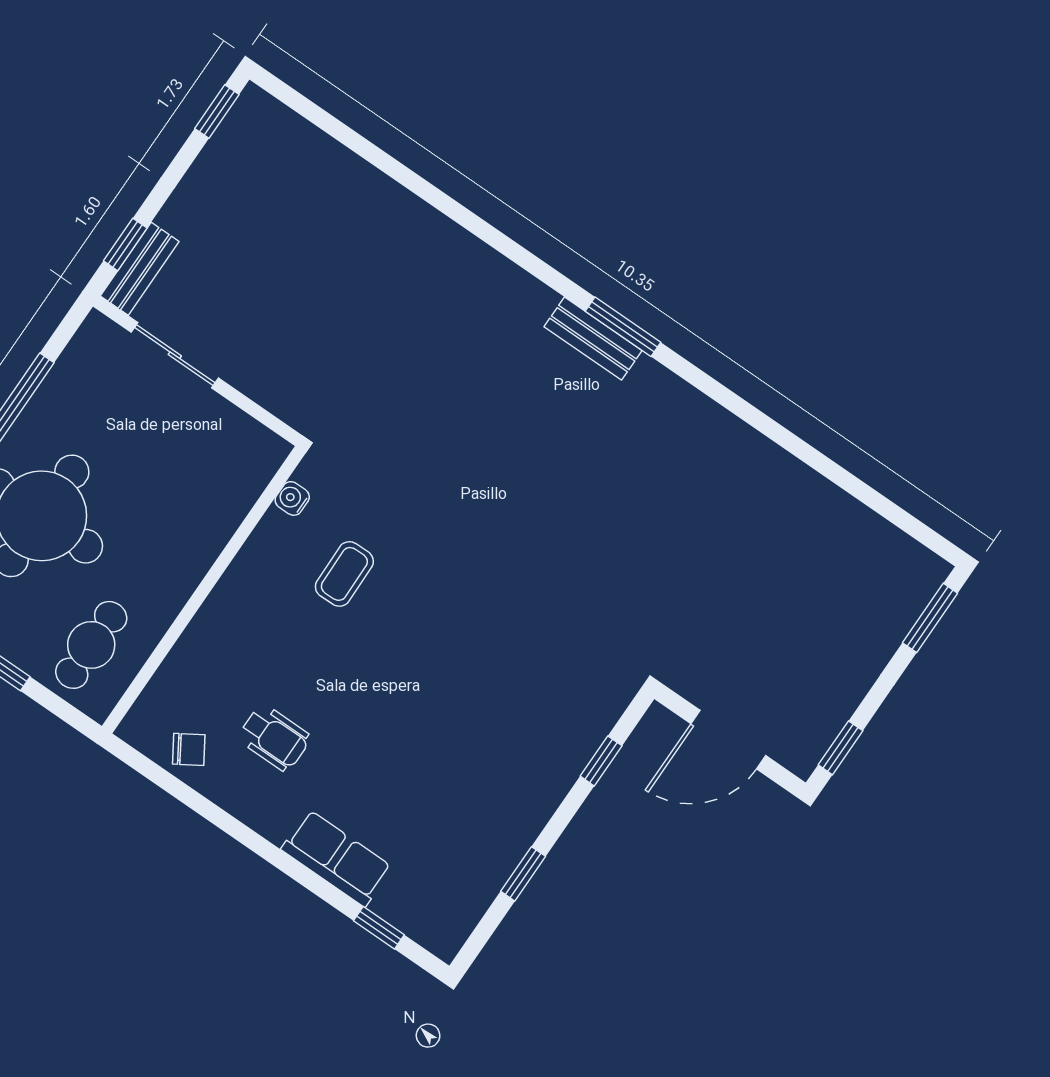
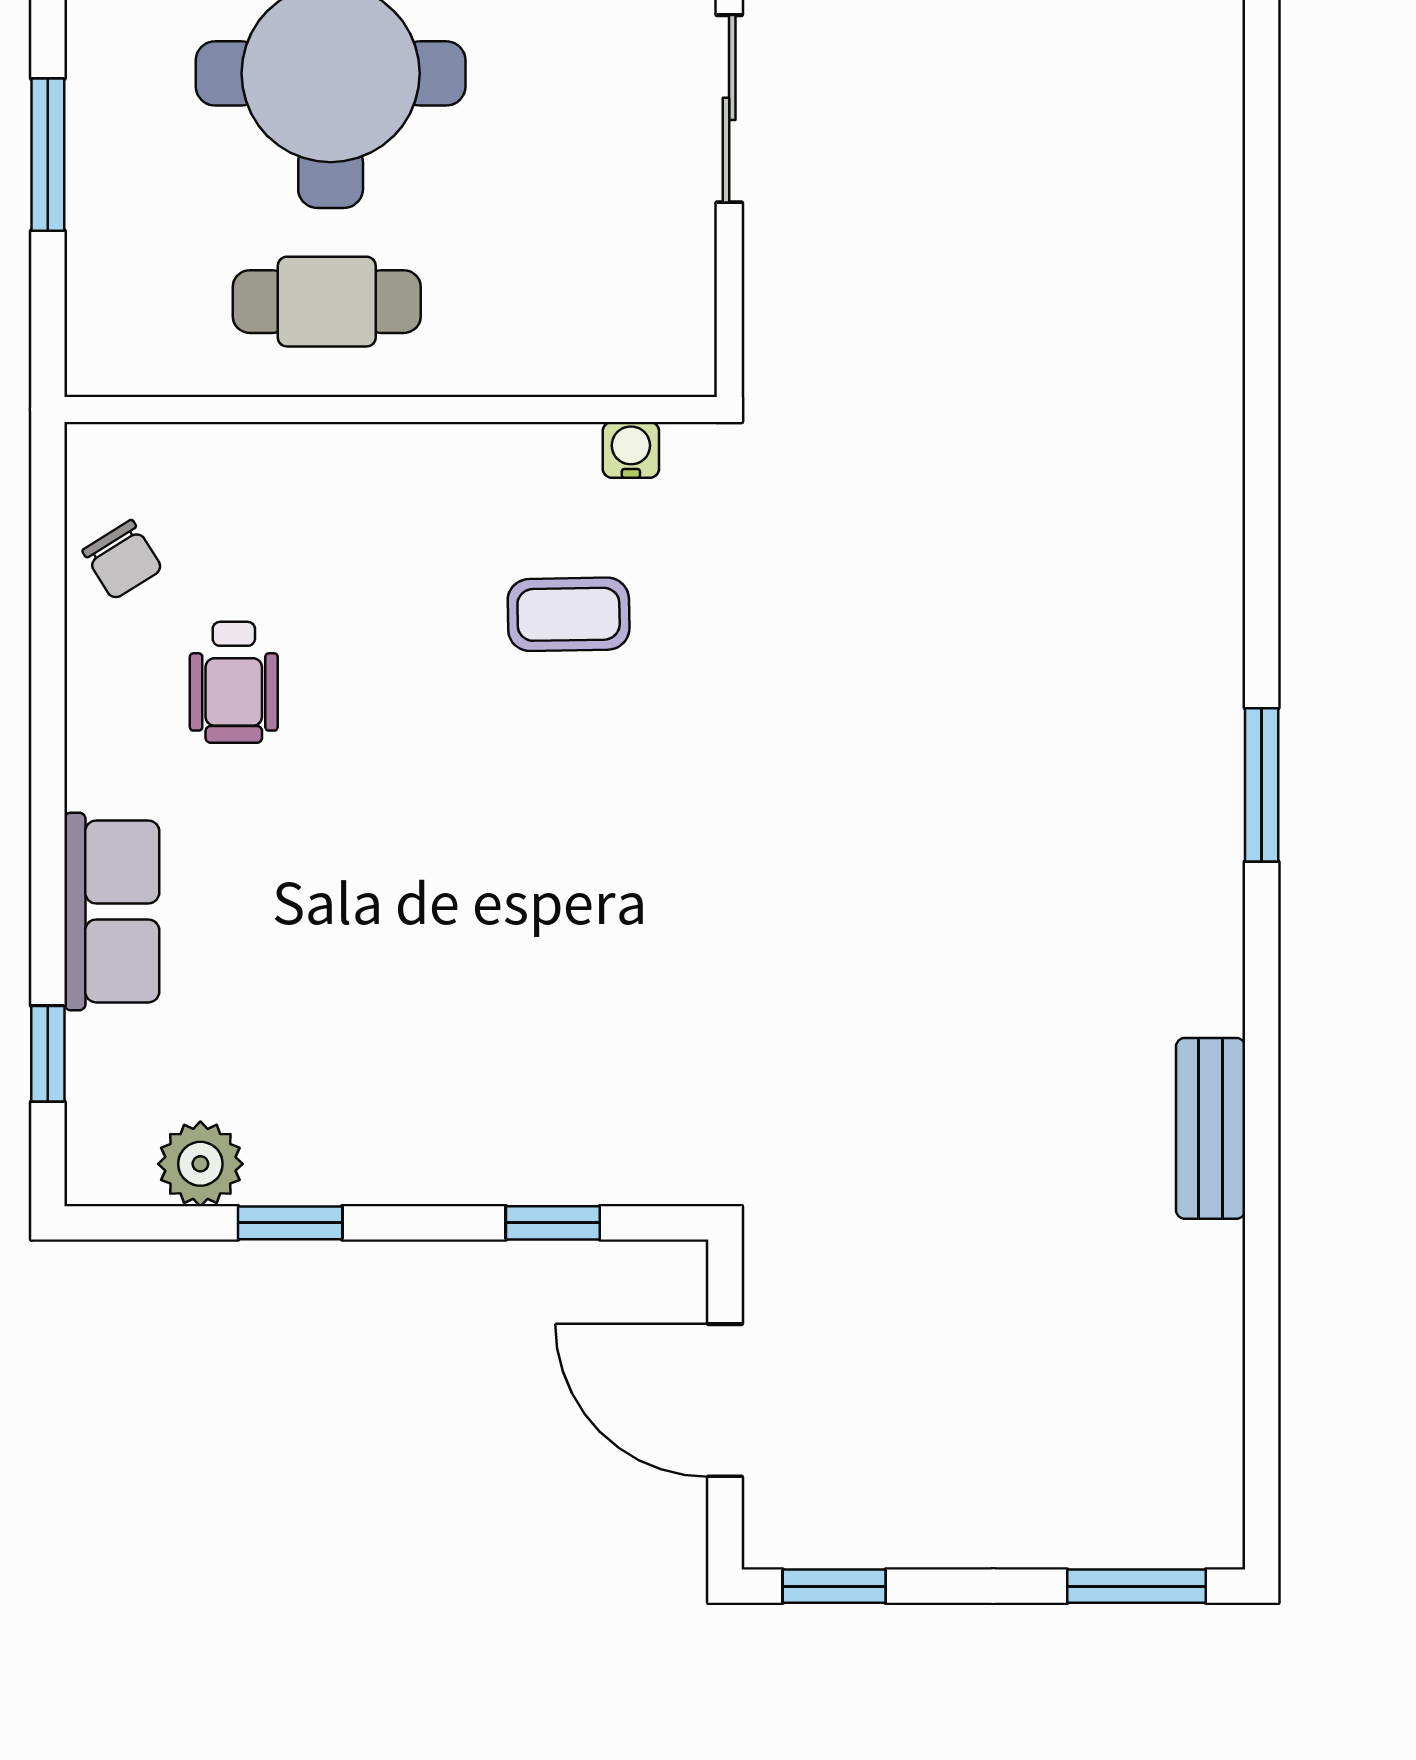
bench: (593, 339) -> (1211, 1128), moved
cafe table: (91, 645) -> (327, 302), moved
plant: (471, 895) -> (200, 1164), added

